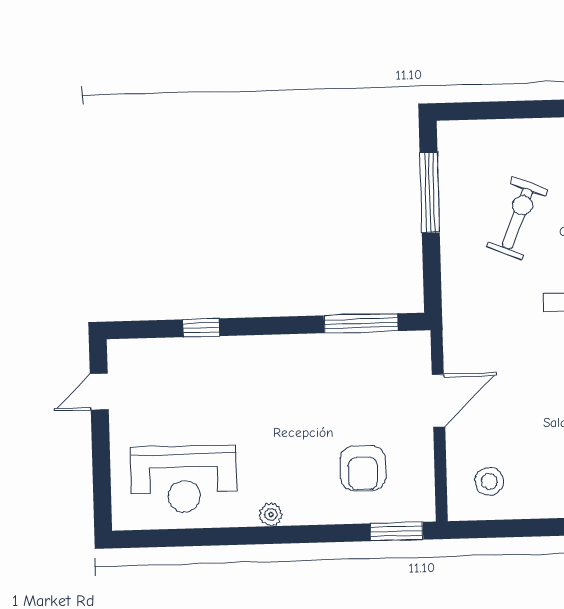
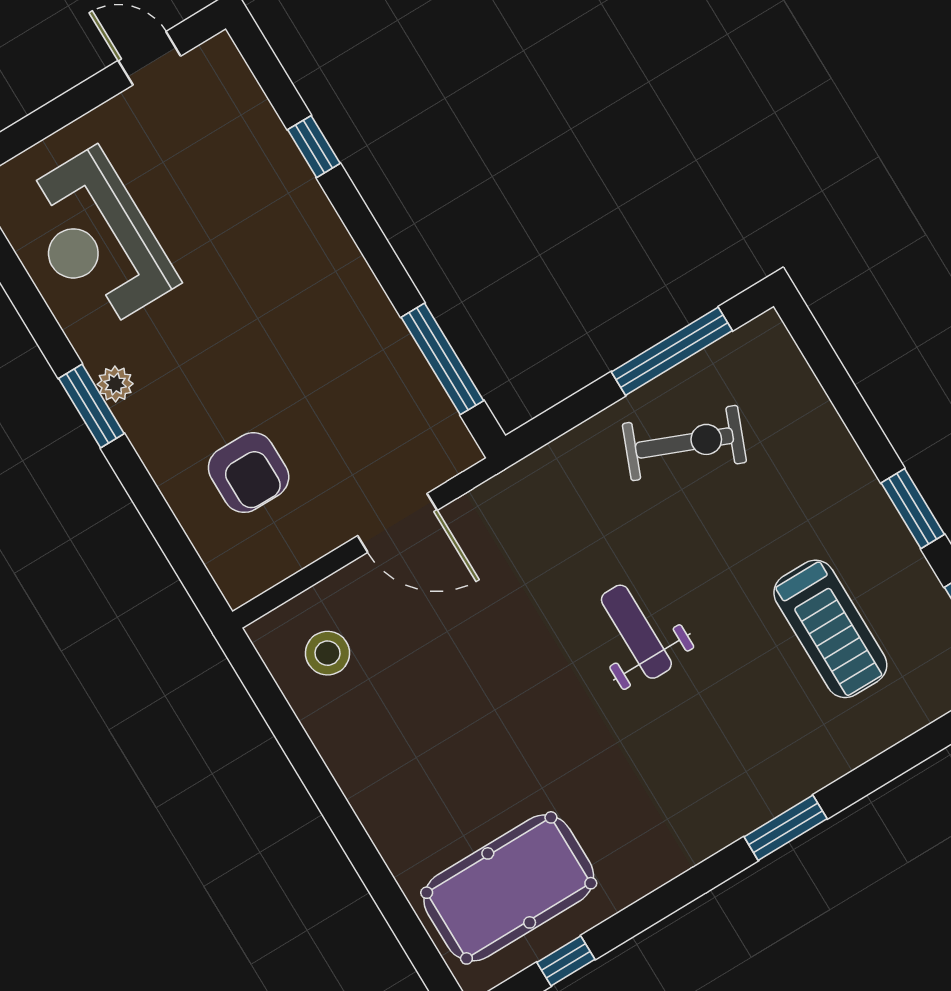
exercise bike: (518, 218) -> (684, 443), moved
armchair: (363, 468) -> (249, 473), turned -90
window: (397, 531) -> (91, 406), moved

